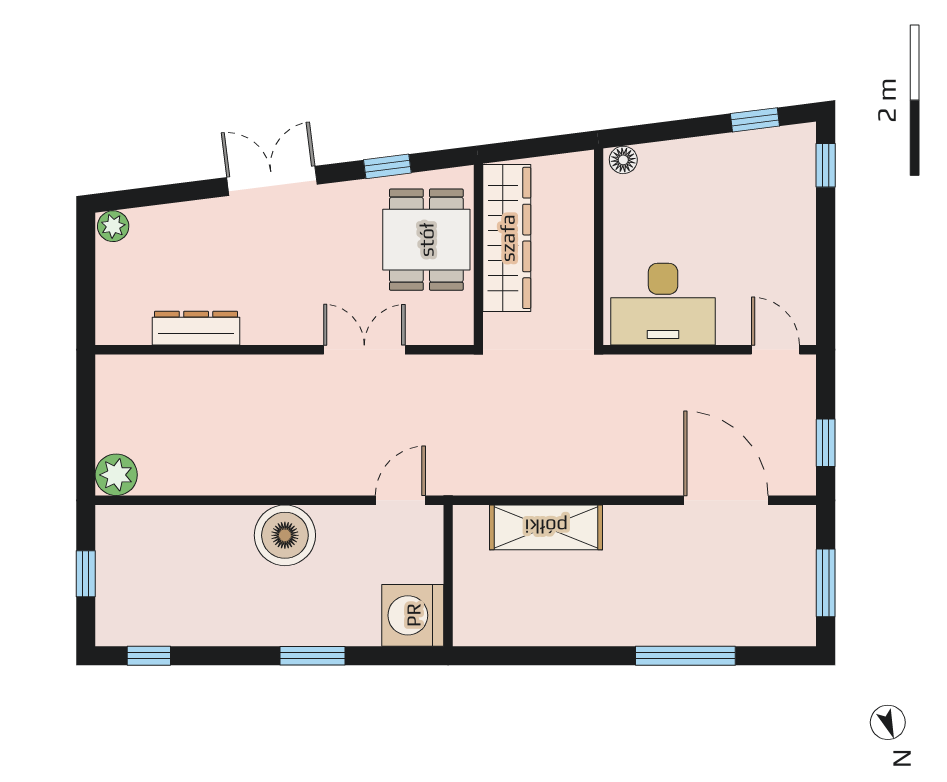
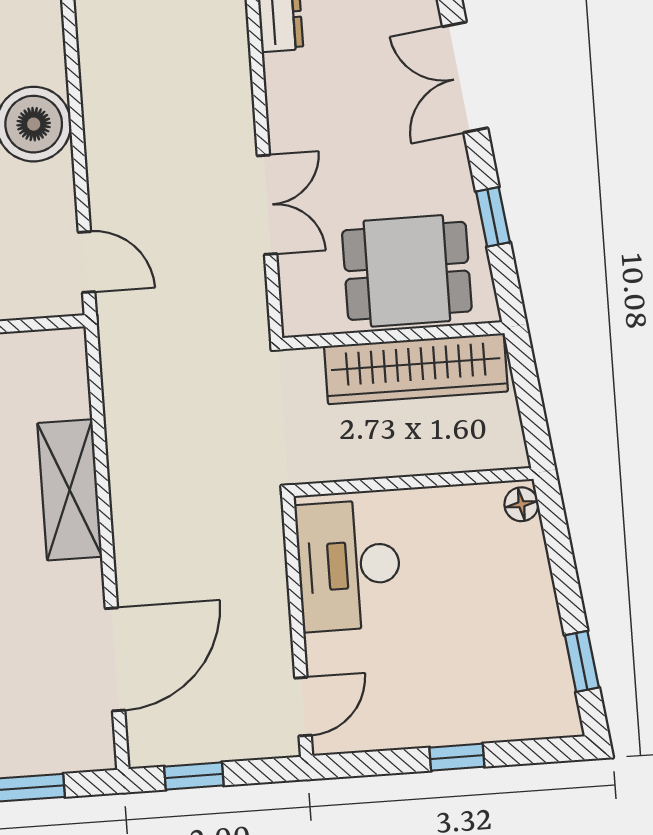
window: (826, 165) -> (457, 757), moved
double door: (272, 181) -> (465, 77), swing flipped
shelving: (546, 527) -> (70, 490), moved

